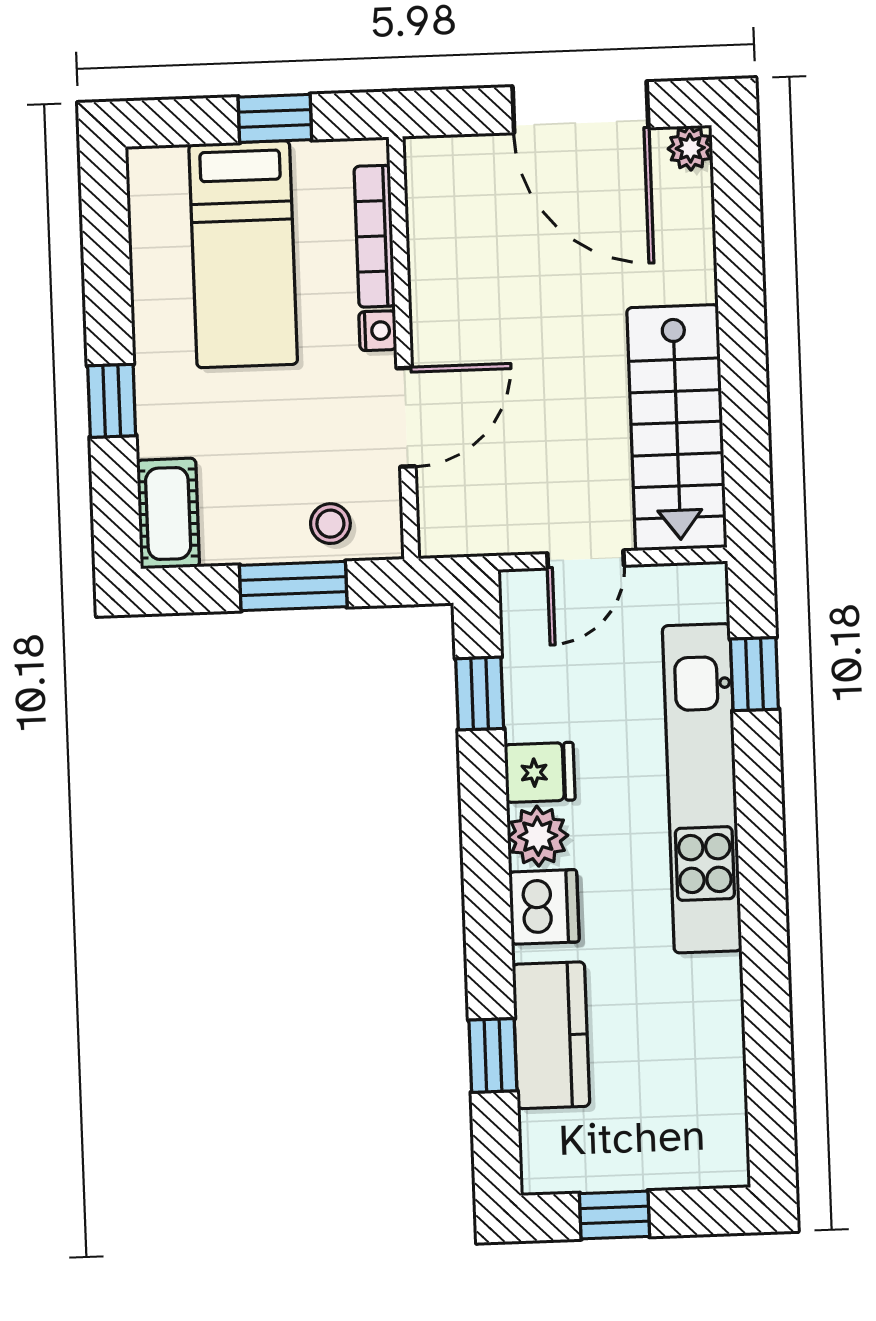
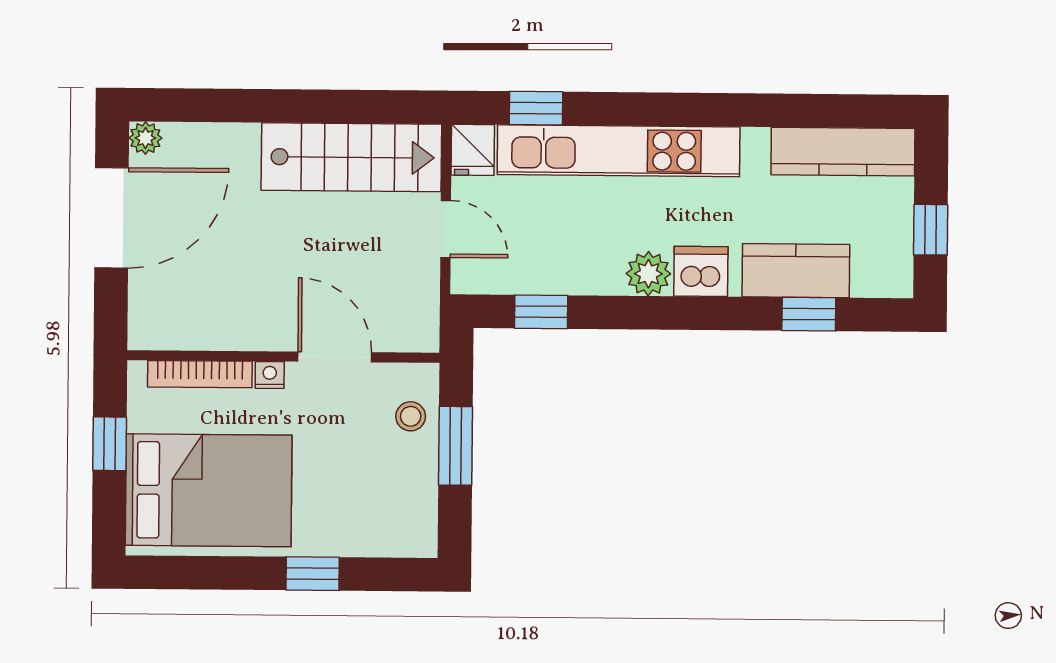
bed: (243, 254) -> (209, 490), width x1.50
cot: (168, 513) -> (398, 536), removed
fridge: (540, 772) -> (473, 150), moved, turned 180
kitchen counter: (715, 1092) -> (843, 152), added

